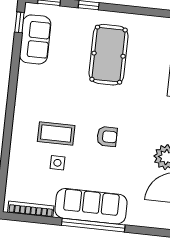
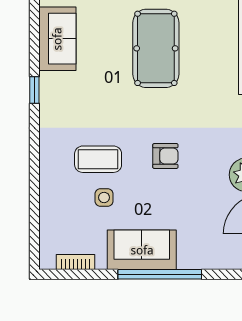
window: (19, 22) -> (34, 90), moved
sofa: (91, 206) -> (142, 250), width x0.73
bookcase: (31, 209) -> (76, 262), width x0.64

